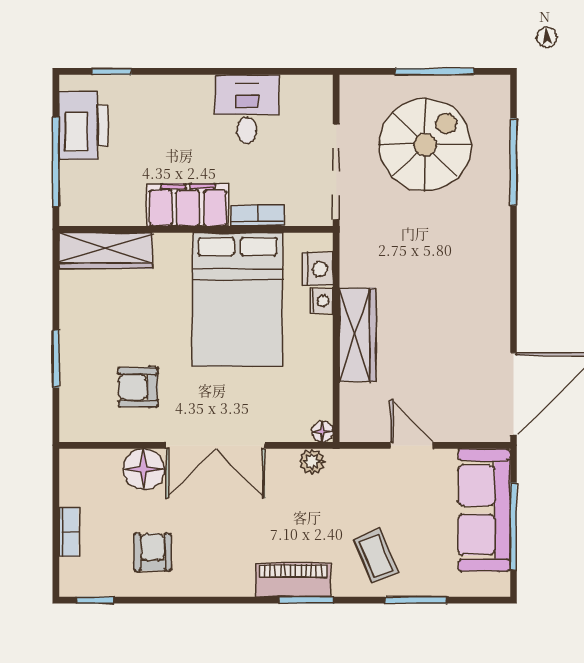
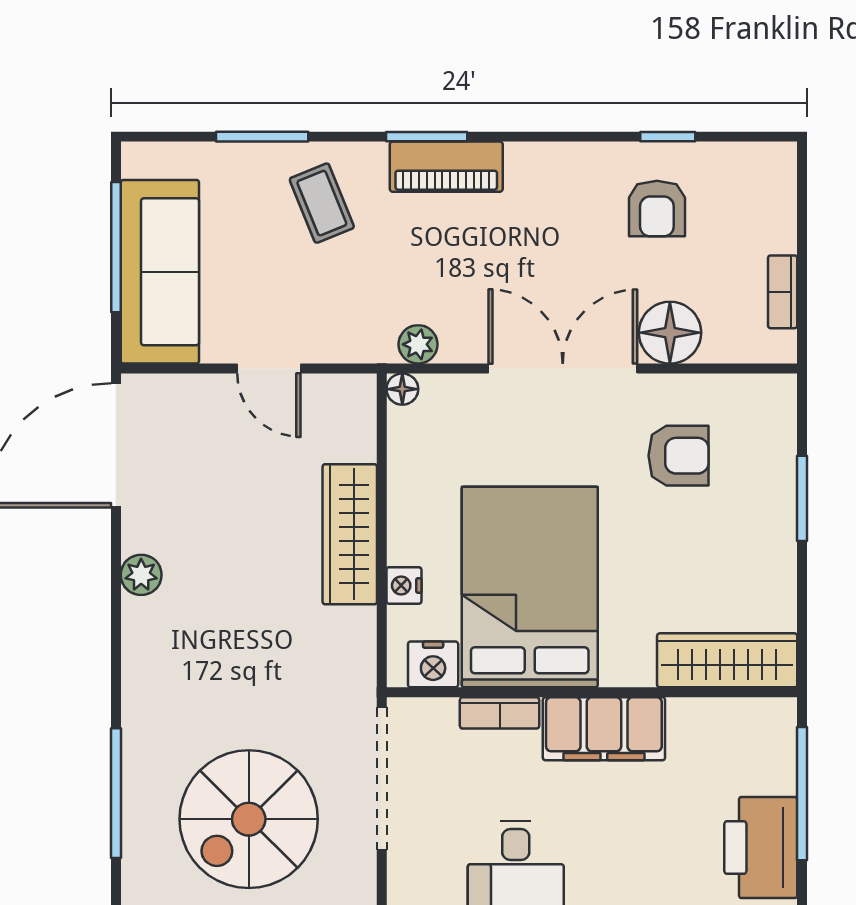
nightstand: (318, 269) -> (433, 664), moved, turned -90
plant: (497, 308) -> (141, 575), added
bookcase: (69, 532) -> (783, 292), moved
window: (95, 600) -> (668, 137), moved

